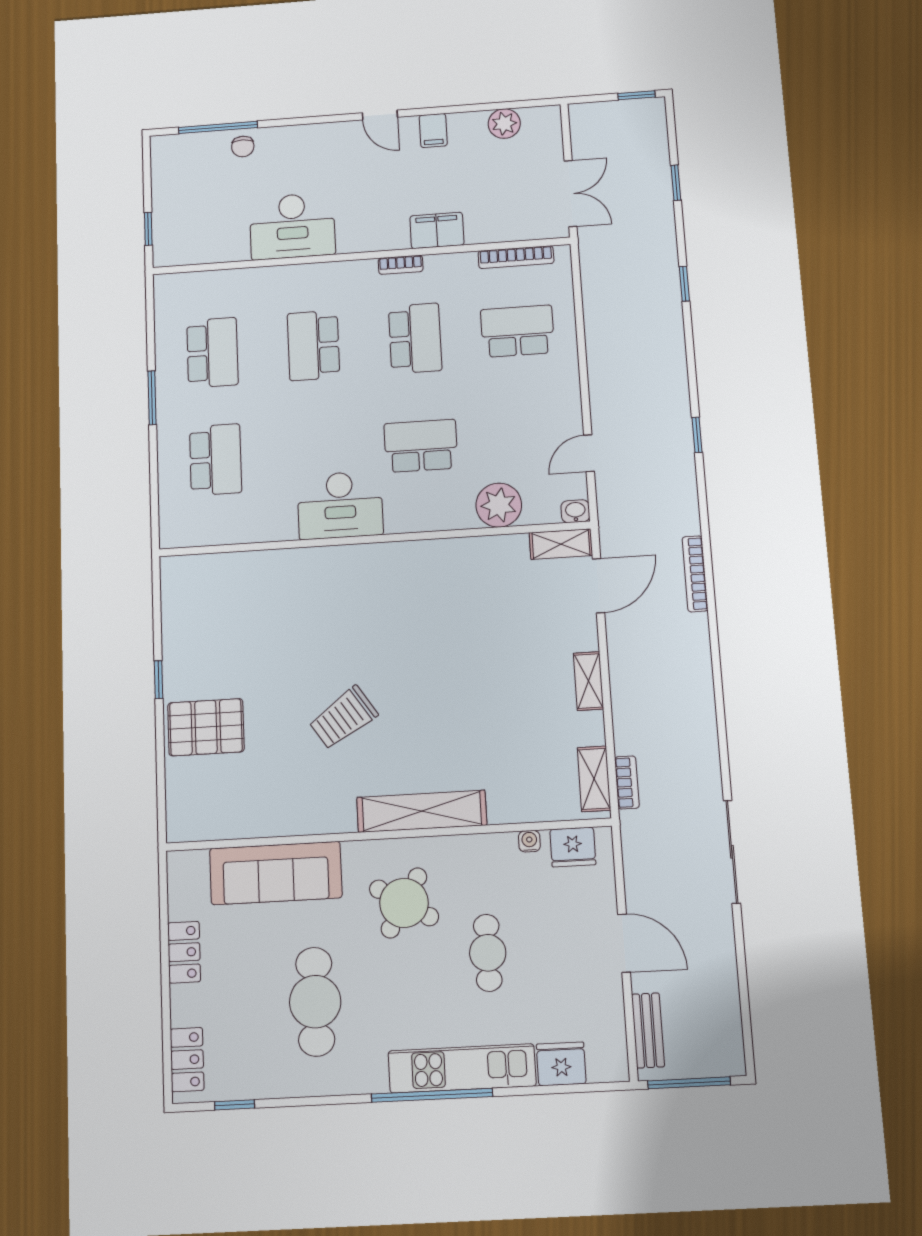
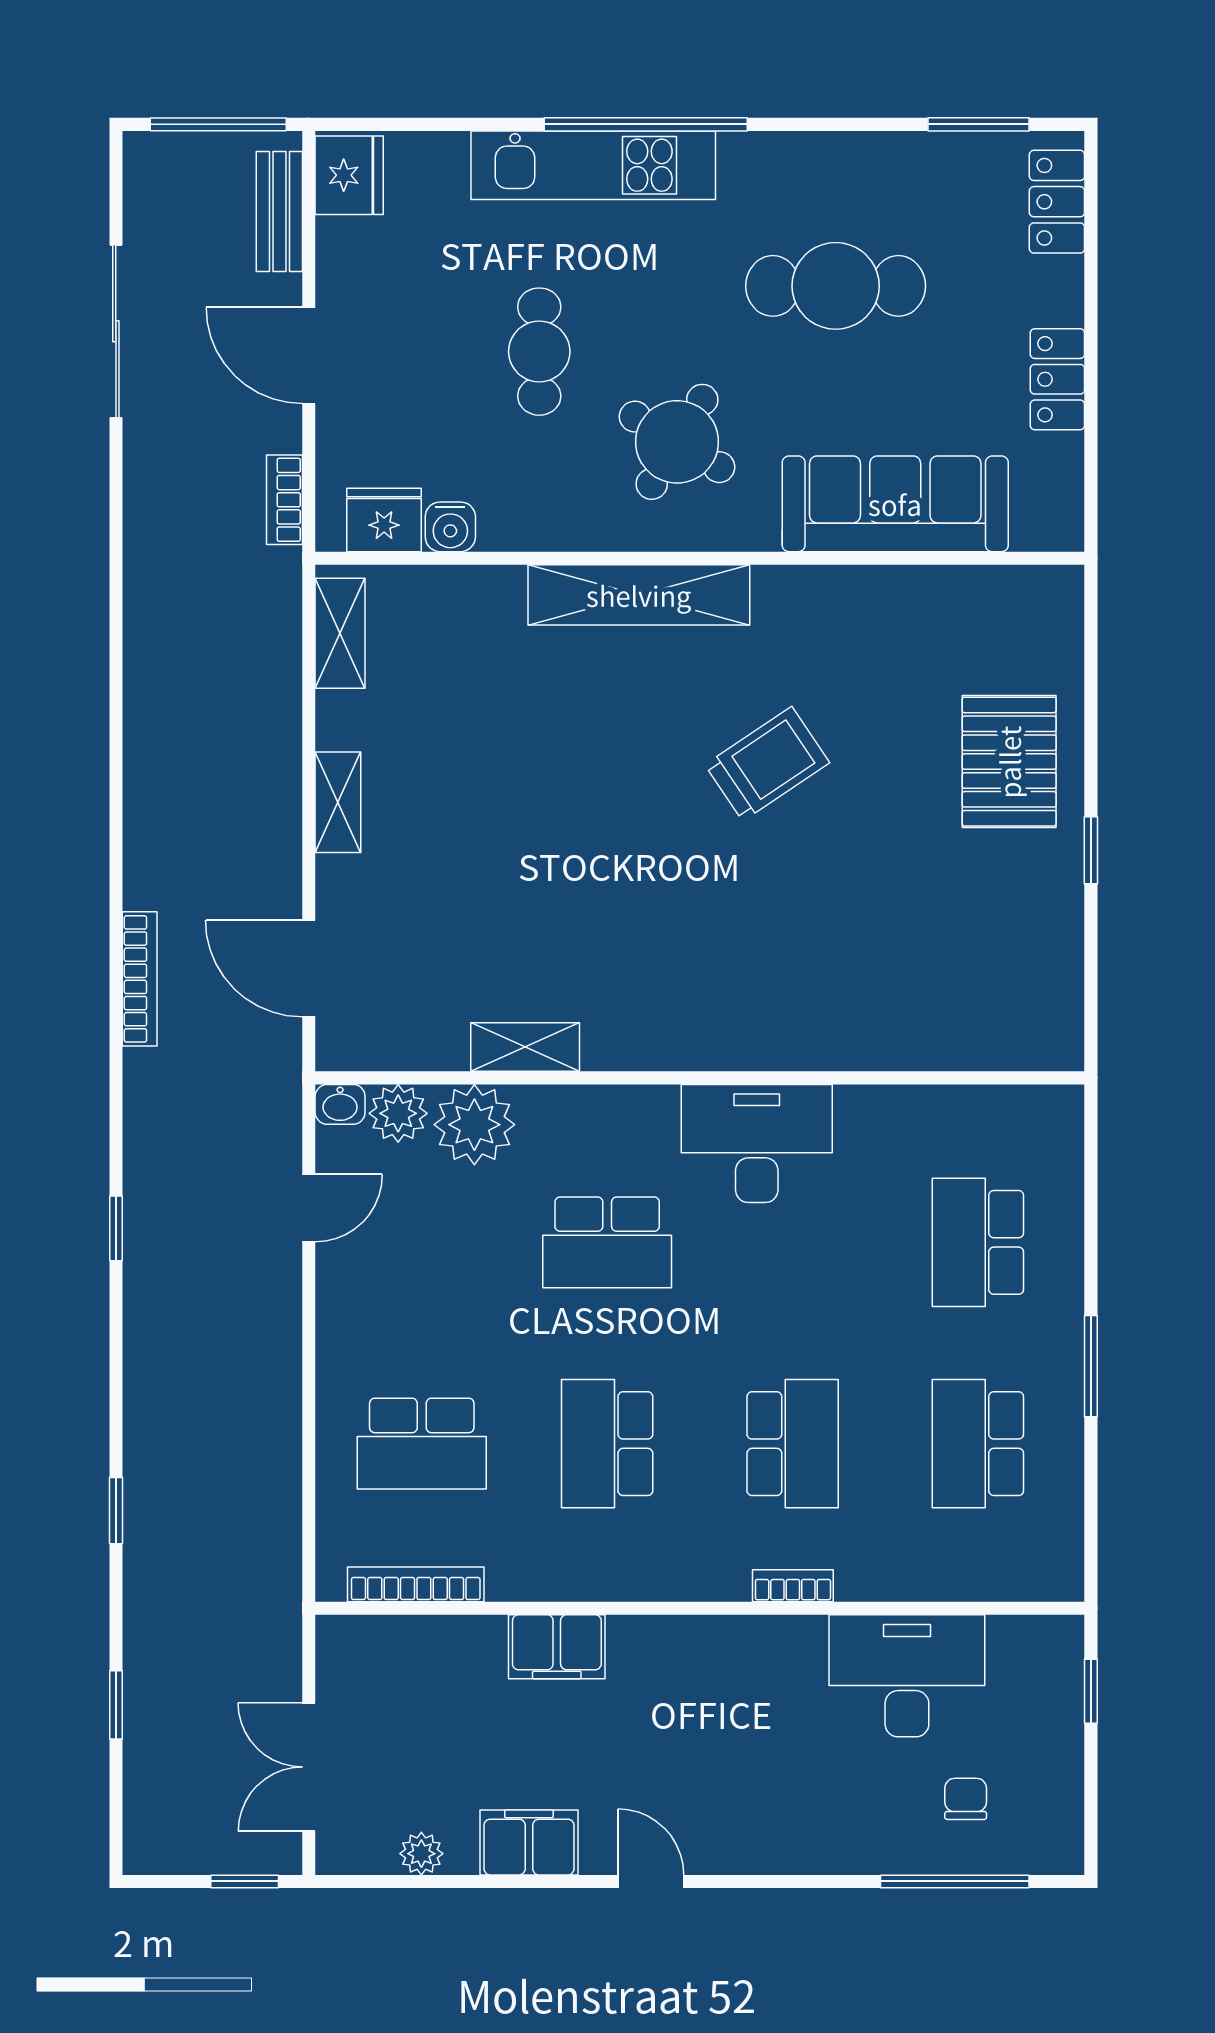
window: (636, 95) -> (245, 1881), moved
plant: (504, 124) -> (421, 1854), width x0.73, depth x0.73
filing cabinet: (433, 131) -> (529, 1843), width x2.00
chair: (243, 147) -> (966, 1799), moved
double door: (570, 194) -> (309, 1767), moved
desk: (292, 226) -> (907, 1676), moved
bookcase: (401, 265) -> (793, 1586), moved
plant: (542, 508) -> (398, 1113), added
shelving: (561, 544) -> (525, 1047), moved
door: (598, 586) -> (309, 969), hinge flipped
pallet: (206, 727) -> (1009, 762), turned 90
bookcase: (627, 782) -> (284, 500), moved
water cooler: (529, 841) -> (450, 527), width x1.38, depth x1.38
sliding door: (732, 852) -> (116, 331), moved
cafe table: (315, 1002) -> (836, 286), turned 90
fridge: (561, 1064) -> (349, 175), moved, turned -90
window: (235, 1105) -> (978, 124), width x1.50

